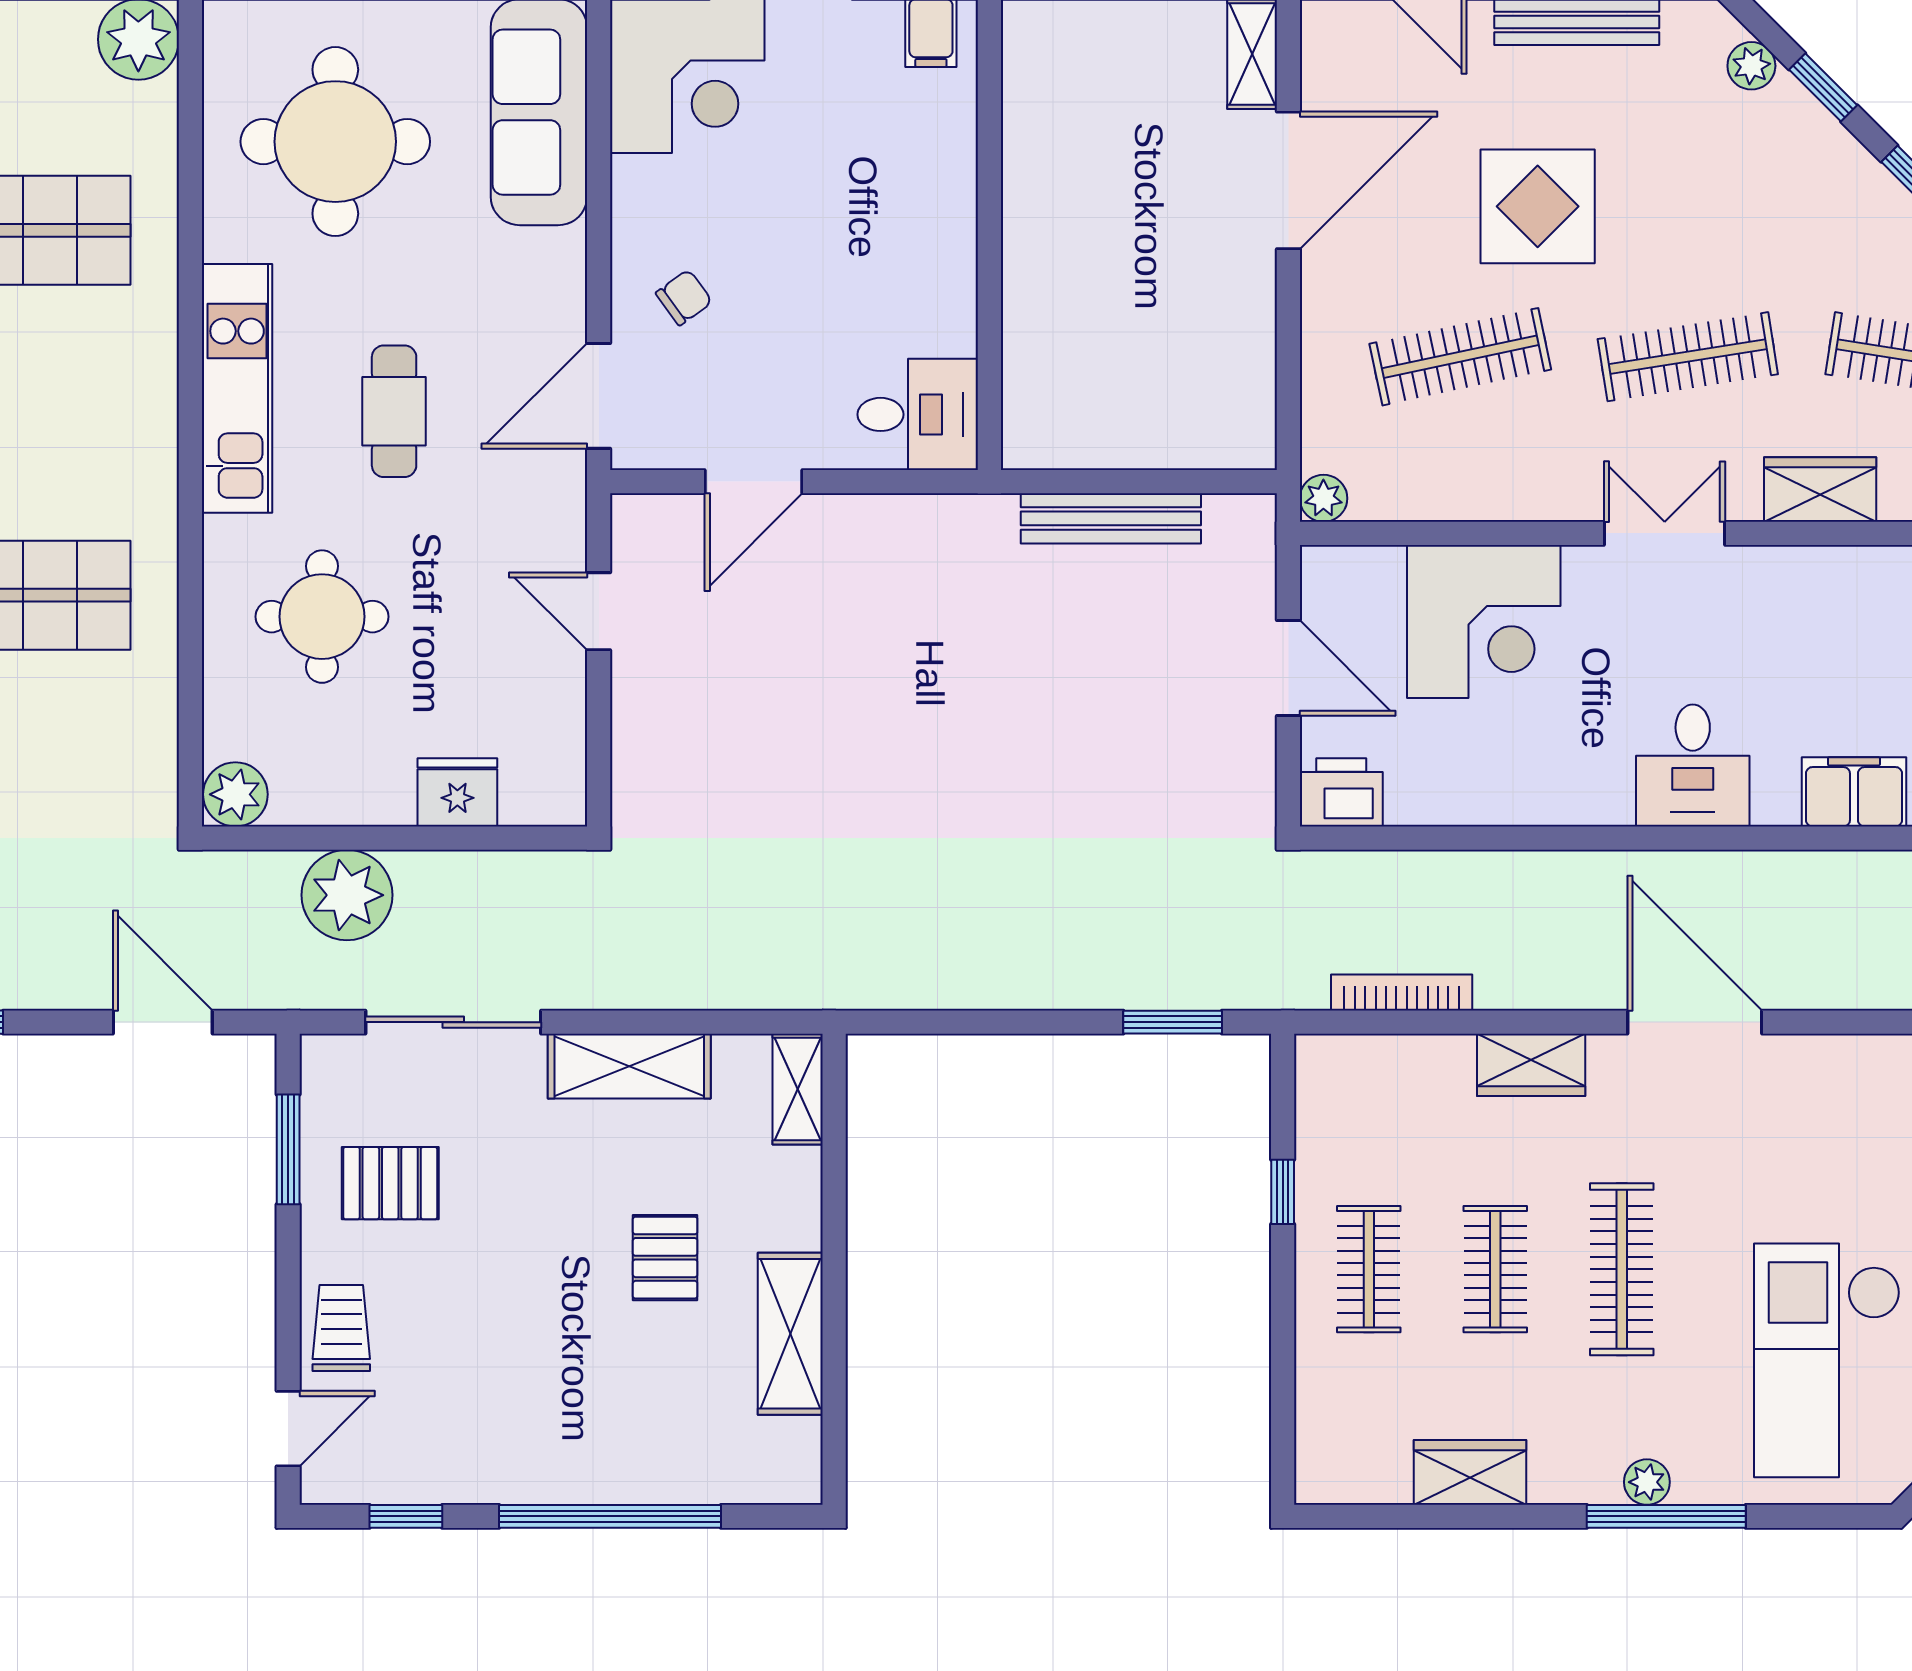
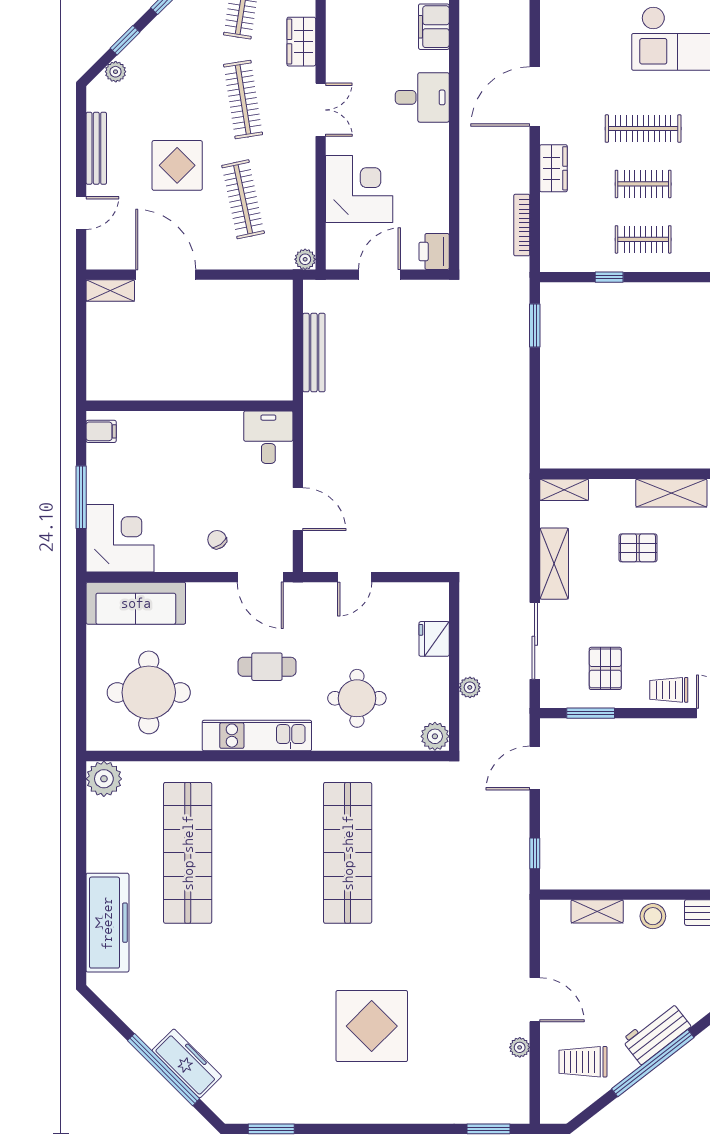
double door: (1665, 533) -> (321, 110), swing flipped
plant: (347, 895) -> (470, 687), width x0.53, depth x0.53

